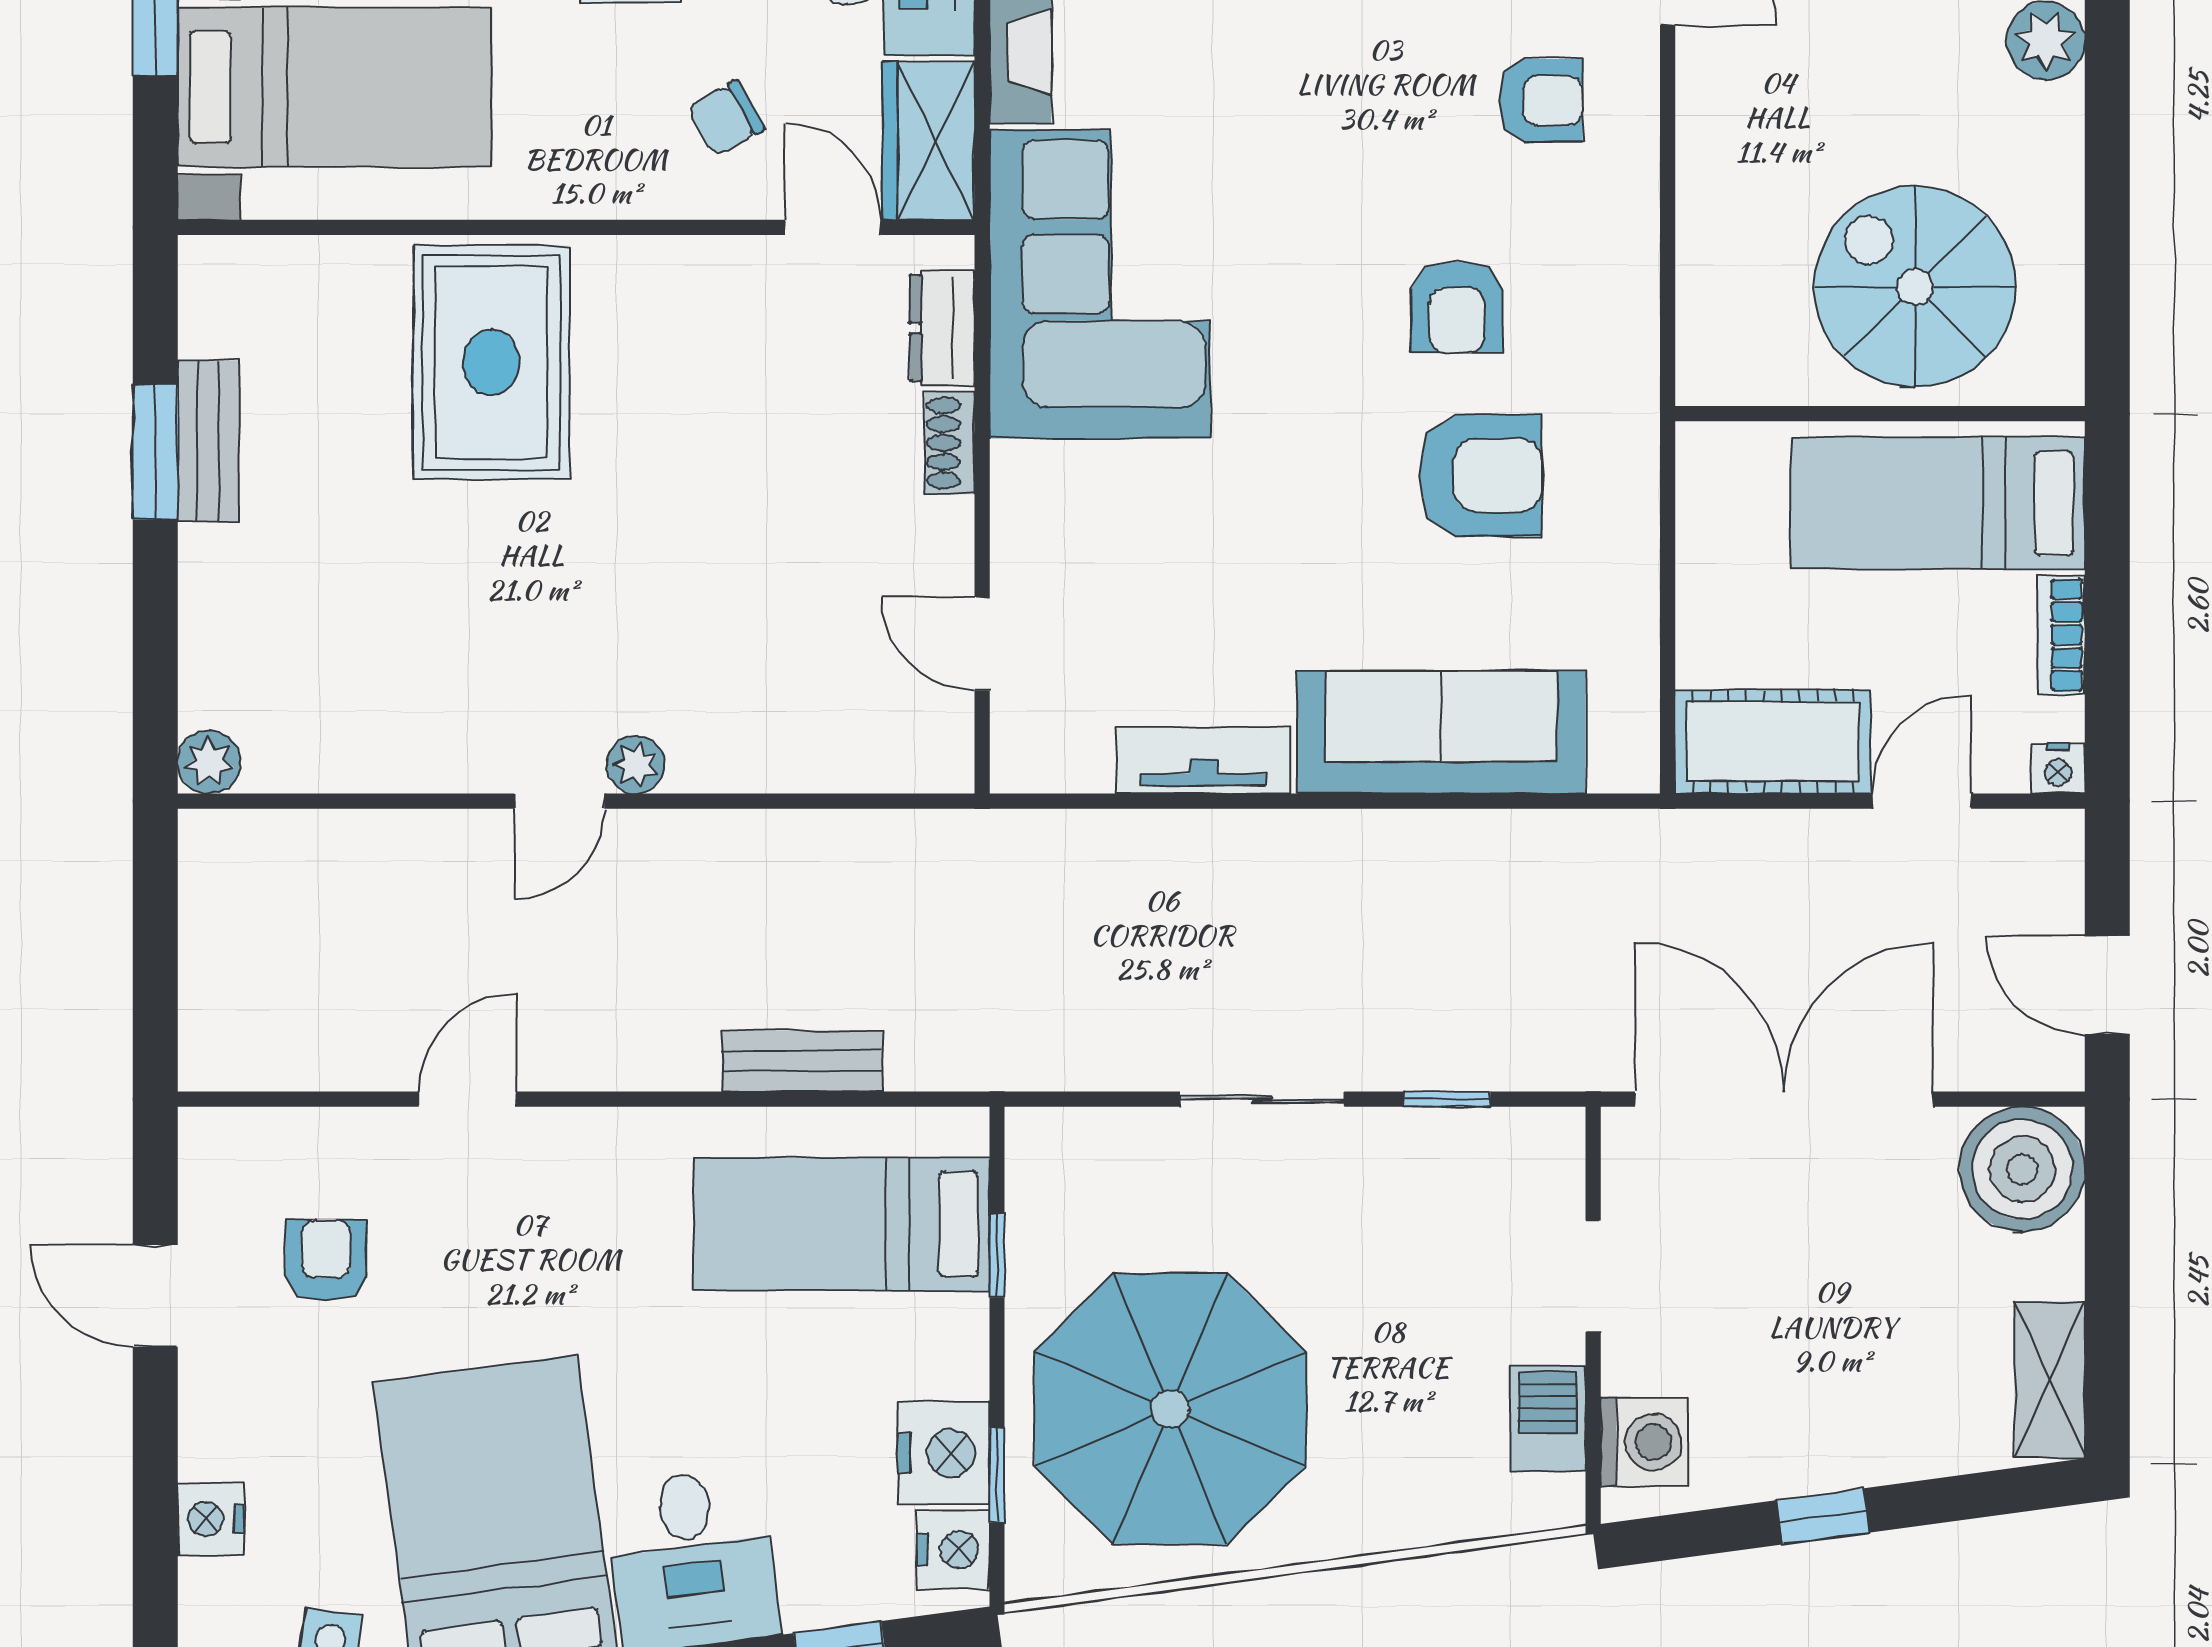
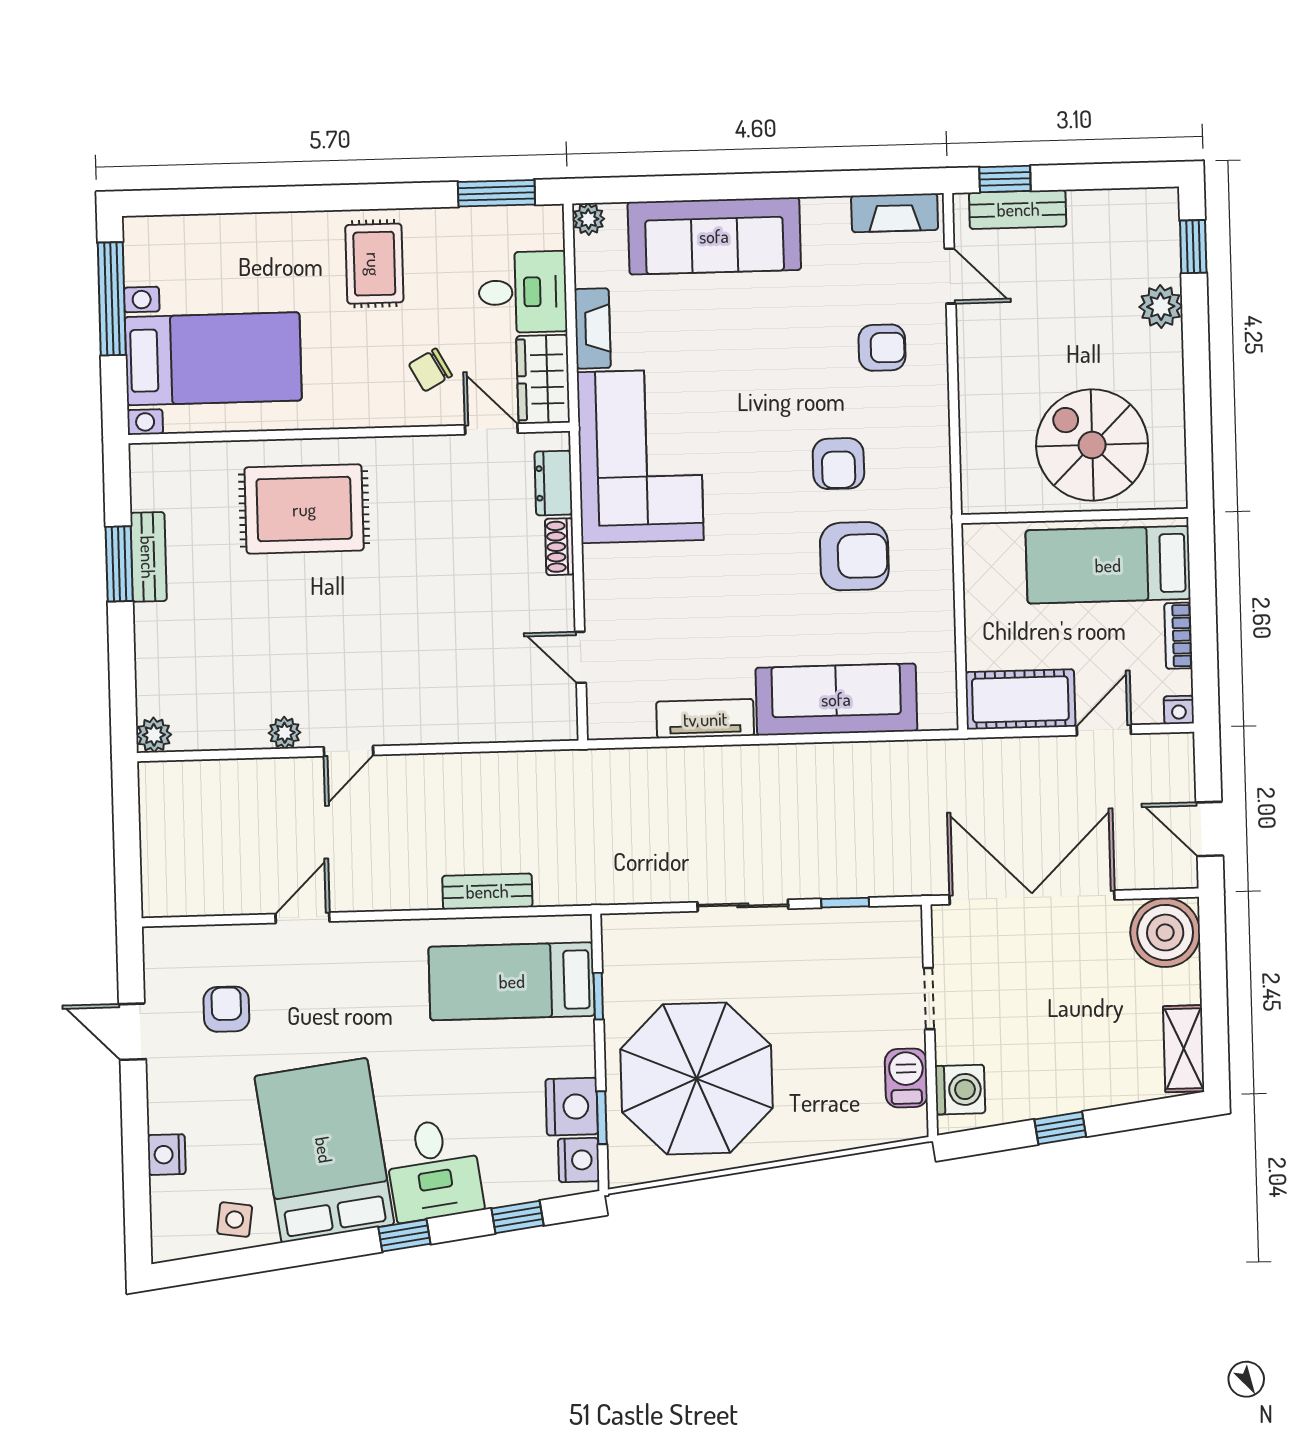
rug: (491, 362) -> (304, 509), turned 90
plant: (636, 765) -> (285, 733), moved

